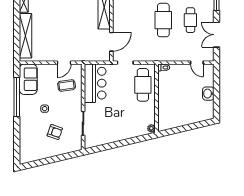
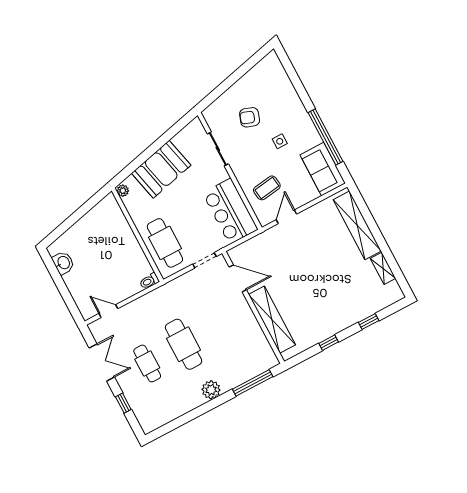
door: (111, 42) -> (238, 278), swing flipped
washbasin: (208, 94) -> (63, 263), moved
booth: (122, 129) -> (161, 169), added

